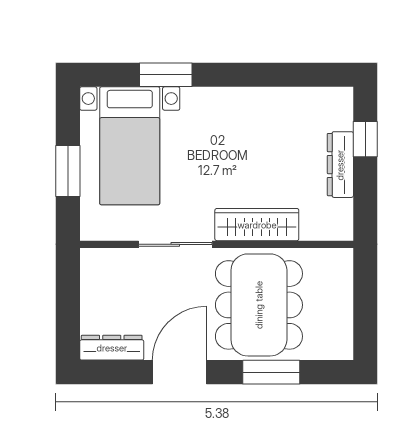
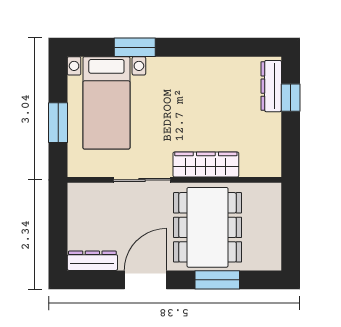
dresser: (340, 165) -> (271, 86), moved

